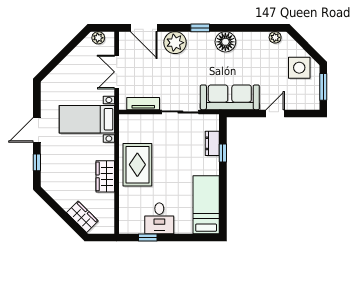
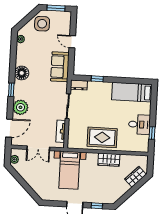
sofa: (230, 97) -> (60, 67), width x0.73
dresser: (212, 143) -> (79, 85), moved

